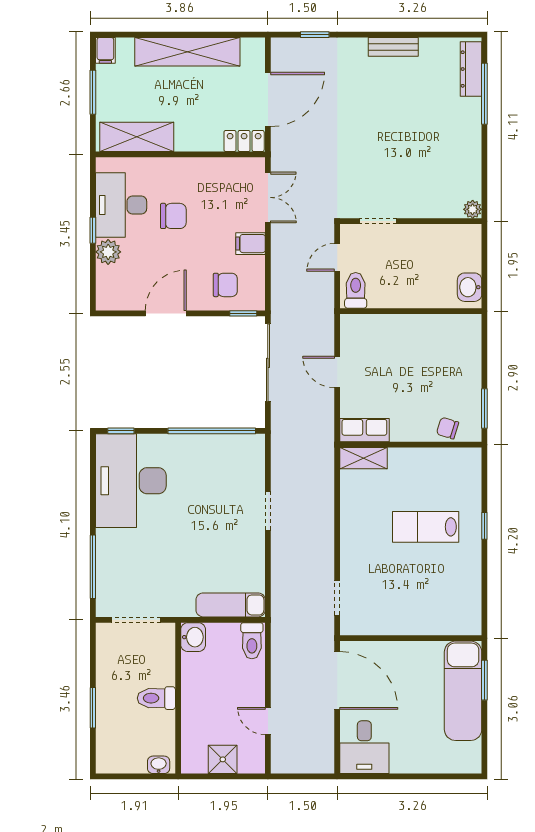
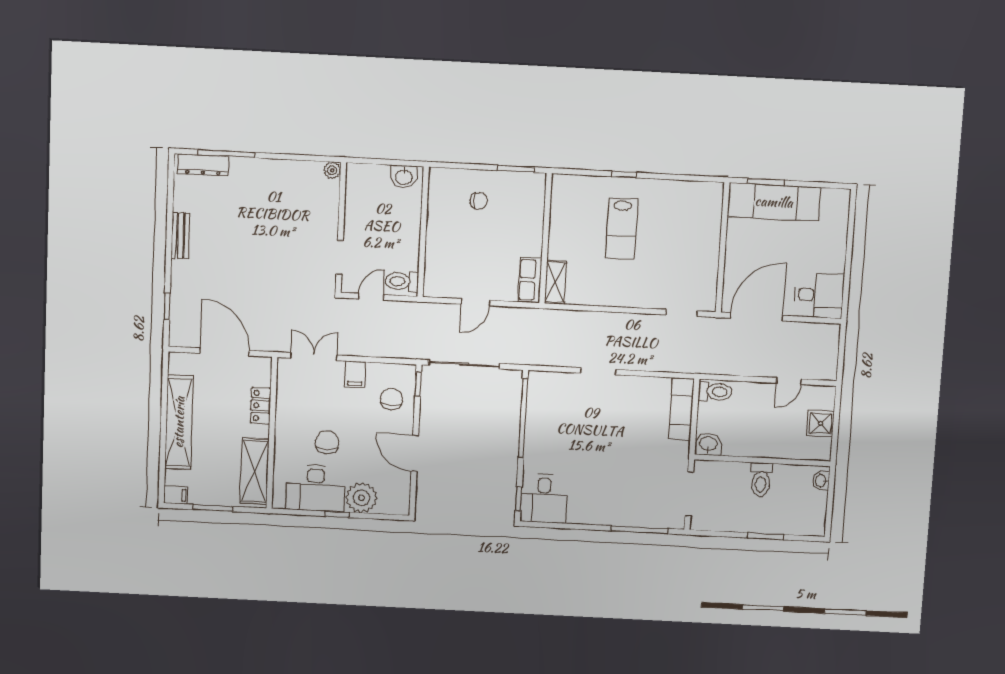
locker: (244, 141) -> (261, 406), moved
plant: (108, 252) -> (361, 498), width x1.36, depth x1.36
door: (337, 257) -> (371, 297), swing flipped
chair: (448, 428) -> (479, 201), moved, turned -107
desk: (131, 481) -> (544, 498), width x0.53, depth x0.77

